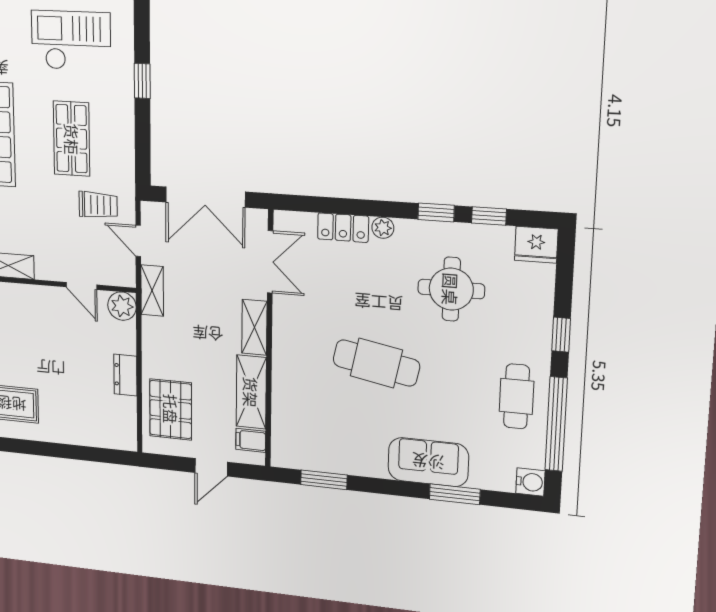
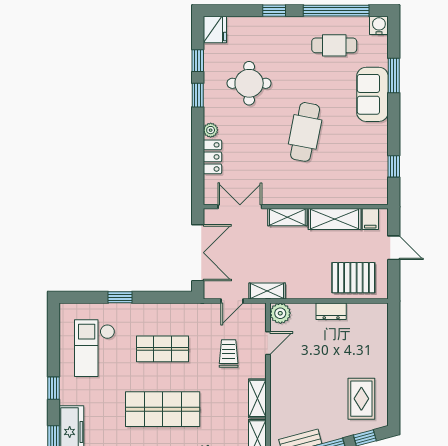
trolley: (98, 205) -> (229, 354), moved
cafe table: (516, 396) -> (334, 45), moved
window: (324, 480) -> (394, 166), width x0.67

